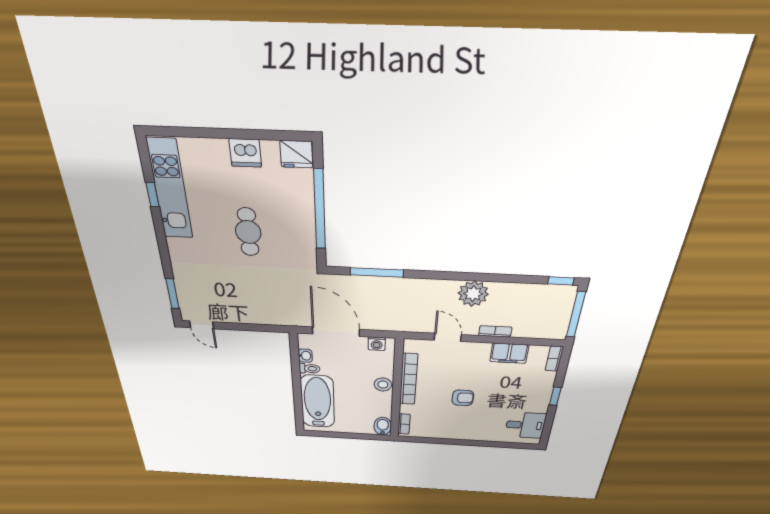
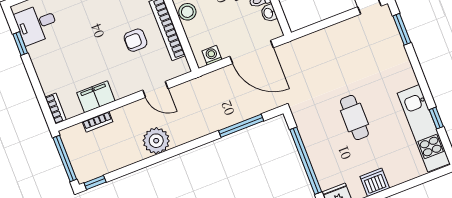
bookcase: (495, 331) -> (98, 122), moved
window: (555, 396) -> (20, 44), moved
armchair: (463, 398) -> (136, 40), moved

